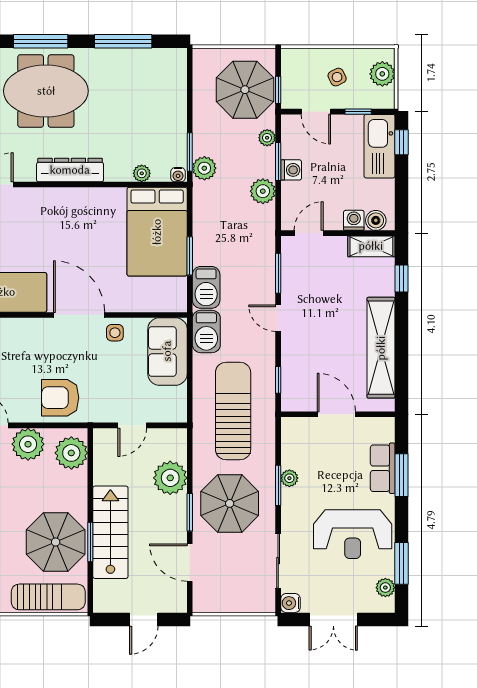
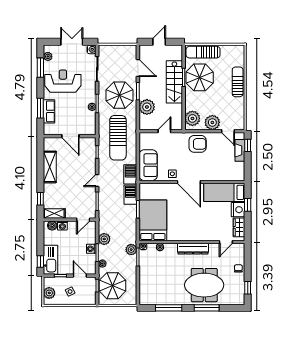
door: (278, 318) -> (97, 180), swing flipped
shelving: (381, 348) -> (50, 167), width x0.68

